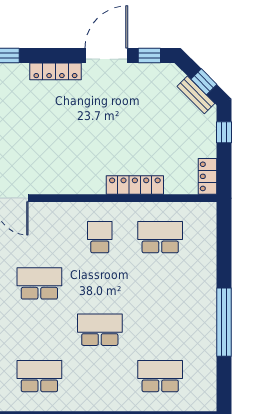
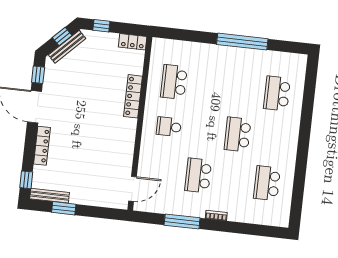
bench: (196, 95) -> (67, 47), width x1.36

